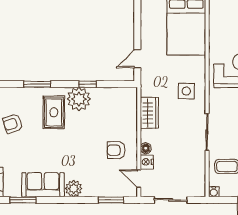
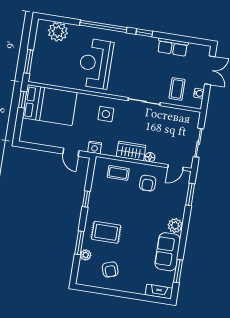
plant: (79, 99) -> (86, 255), moved, width x0.53, depth x0.53
wardrobe: (149, 113) -> (131, 151), moved
coffee table: (122, 115) -> (118, 173), added
nightstand: (147, 162) -> (95, 148), moved
water cooler: (214, 192) -> (199, 93), moved

